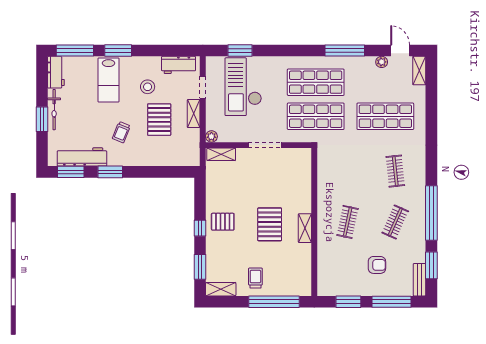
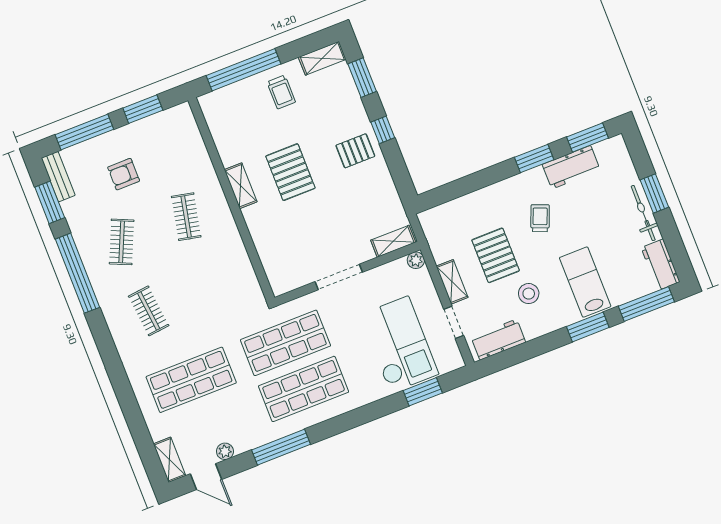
workbench: (82, 157) -> (571, 167), width x0.73

